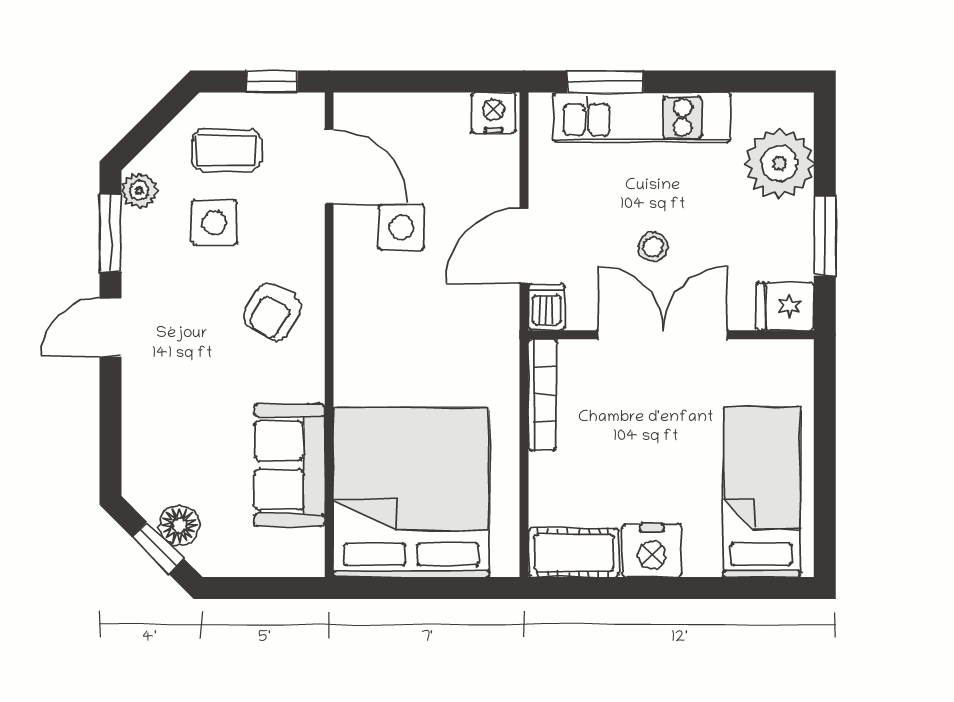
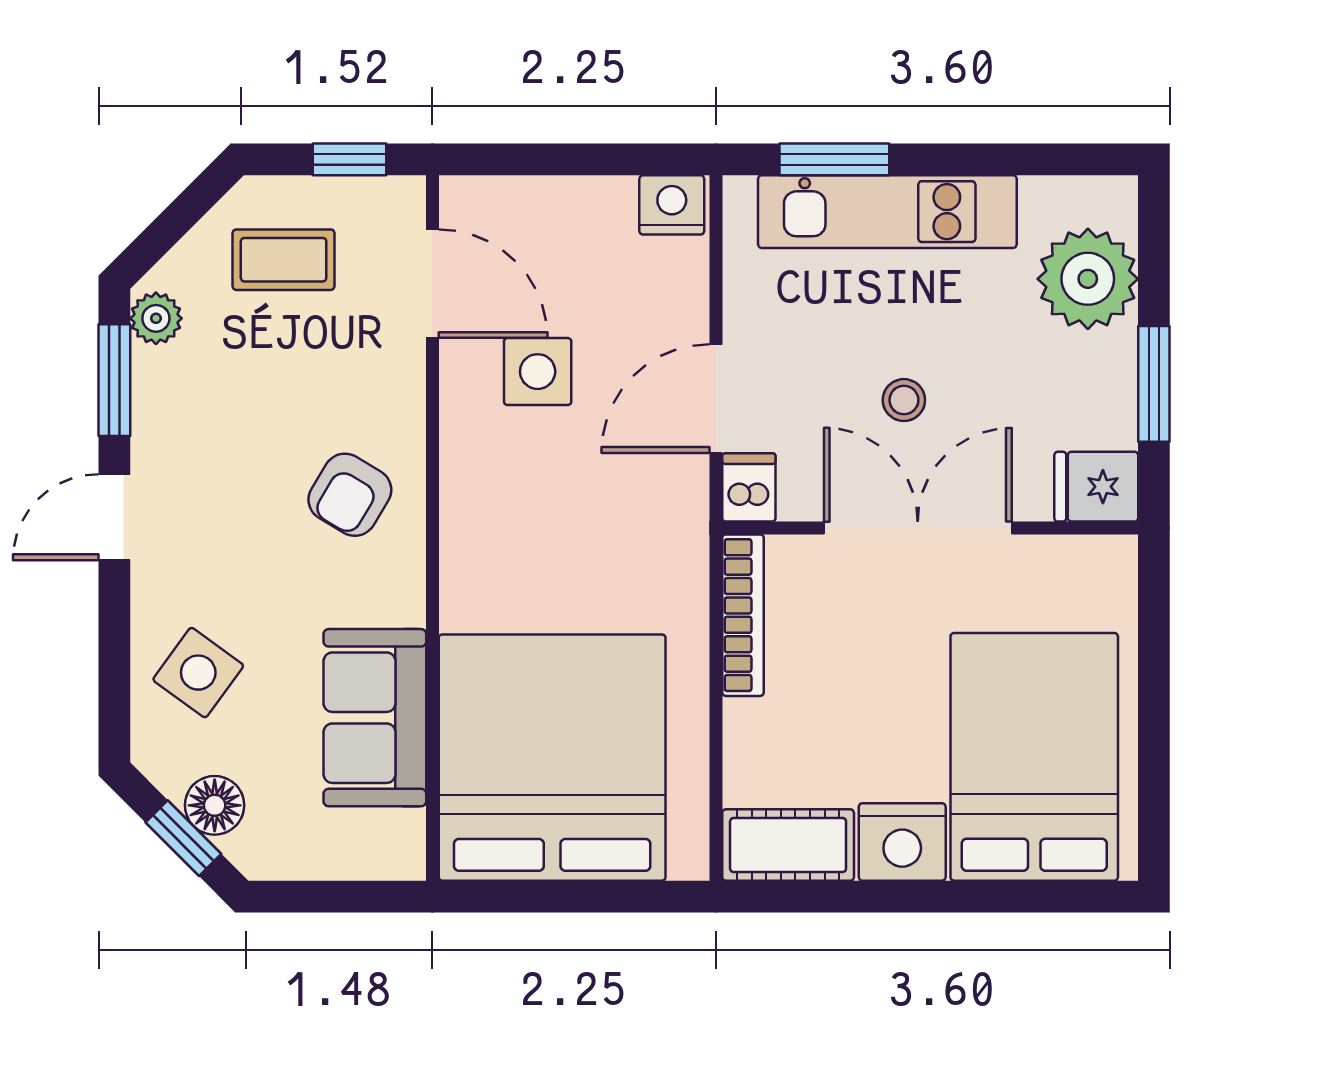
side table: (215, 222) -> (198, 673), moved, turned 36
bed: (762, 492) -> (1034, 757), width x1.50

